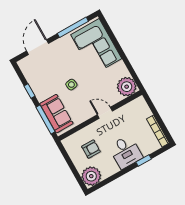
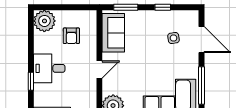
side table: (71, 85) -> (173, 38), moved
sofa: (56, 114) -> (113, 33), moved, turned -90
window: (45, 119) -> (126, 7), width x0.69

